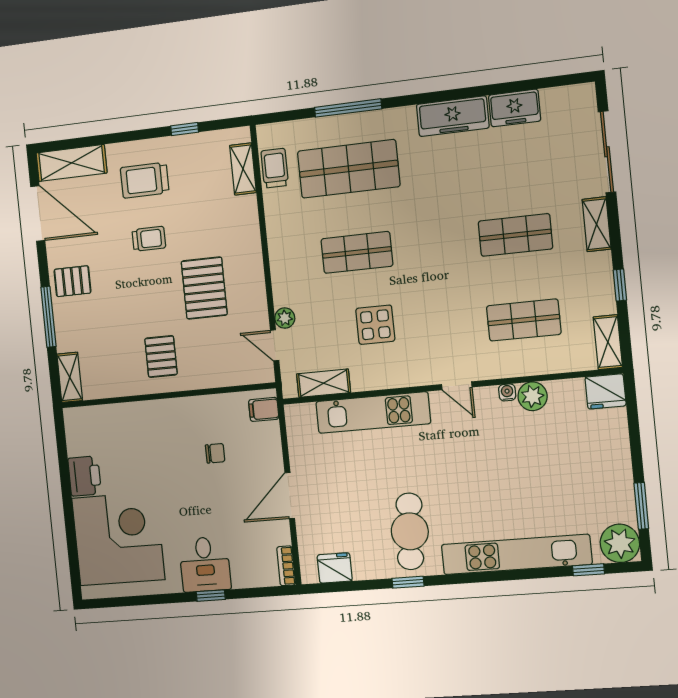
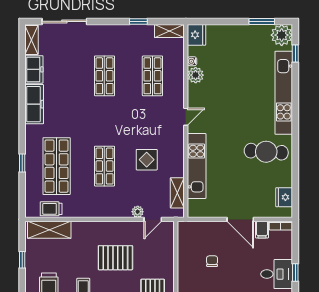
window: (348, 108) -> (22, 163), width x0.46
shelving: (243, 169) -> (49, 230), width x1.50, depth x1.33
shelving: (597, 224) -> (32, 40), moved, turned 90
water cooler: (507, 392) -> (192, 61), moved
filing cabinet: (264, 409) -> (262, 230), moved
window: (408, 582) -> (295, 156), removed

